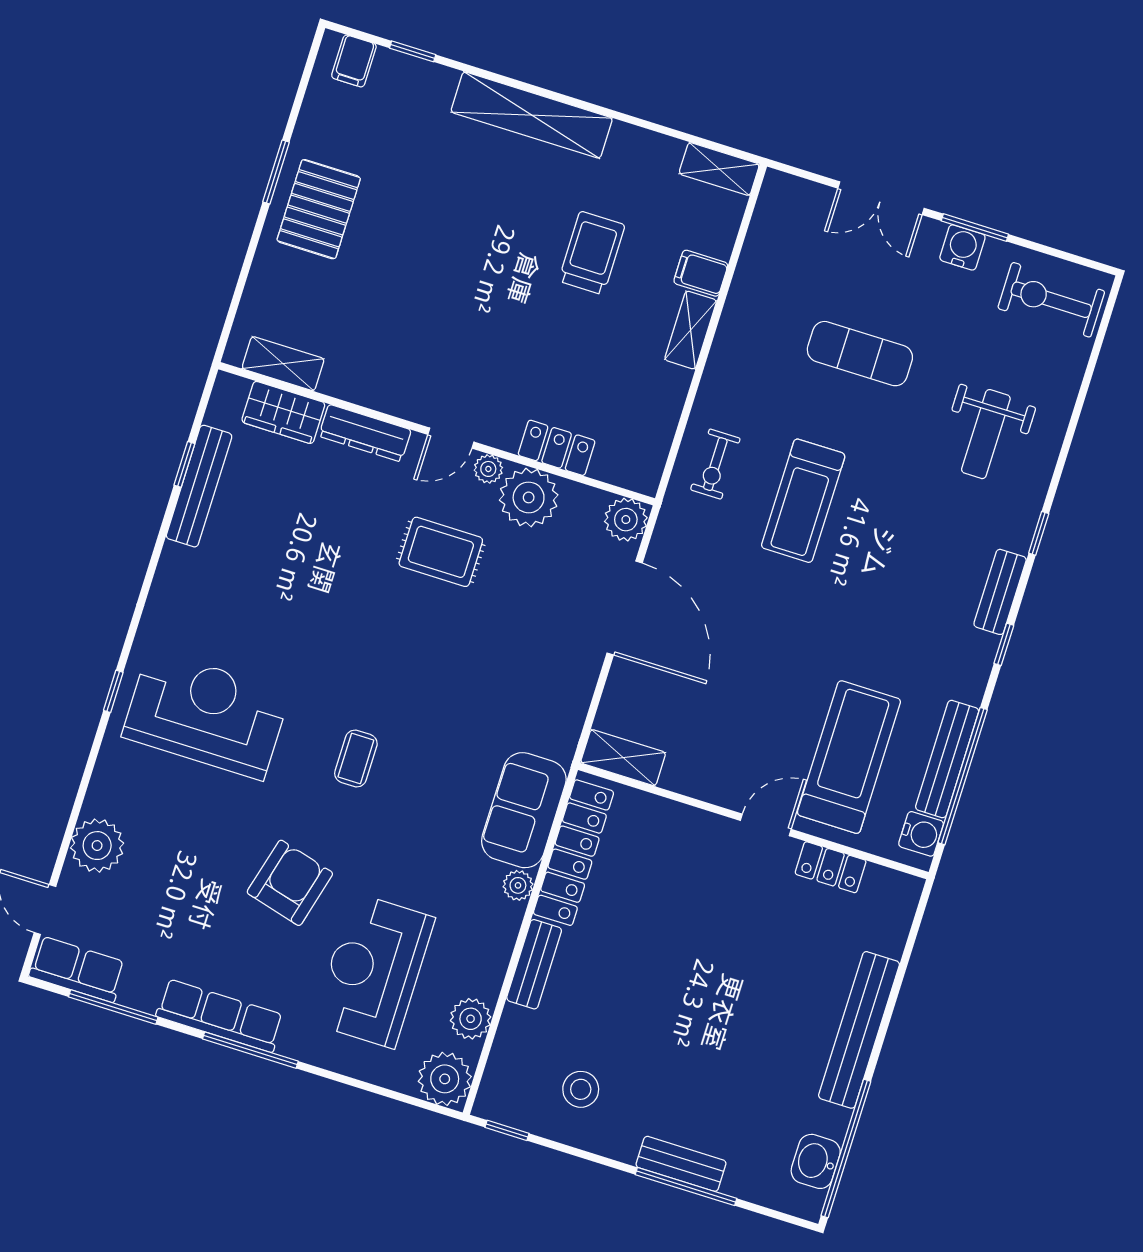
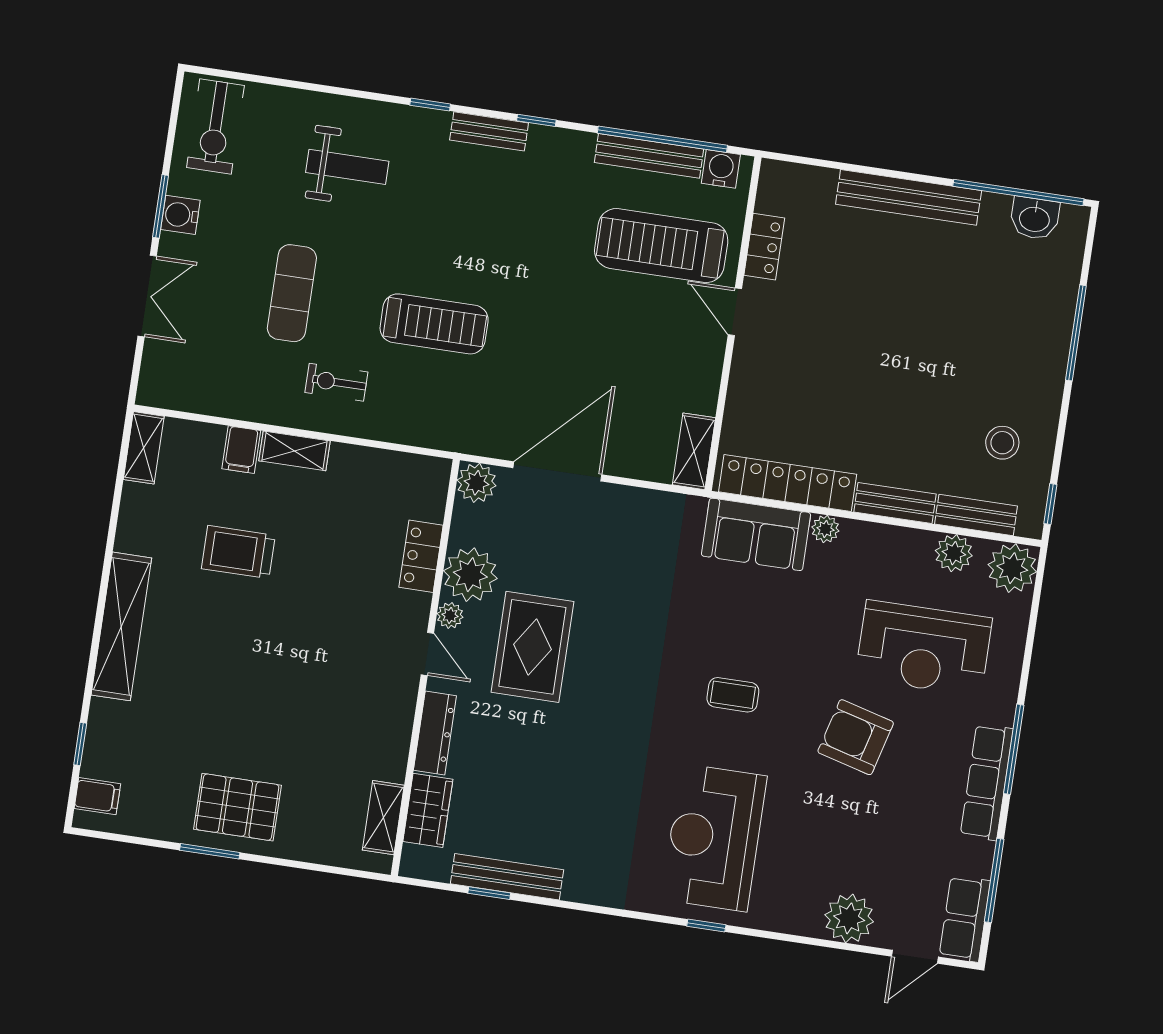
exercise bike: (715, 464) -> (336, 382), moved, turned 180
rug: (441, 552) -> (532, 647), width x1.36, depth x1.43
bench: (681, 1164) -> (976, 515), moved, turned 90

